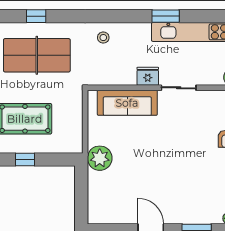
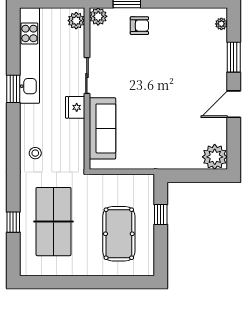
plant: (100, 158) -> (215, 157), moved
window: (25, 159) -> (161, 214), moved

